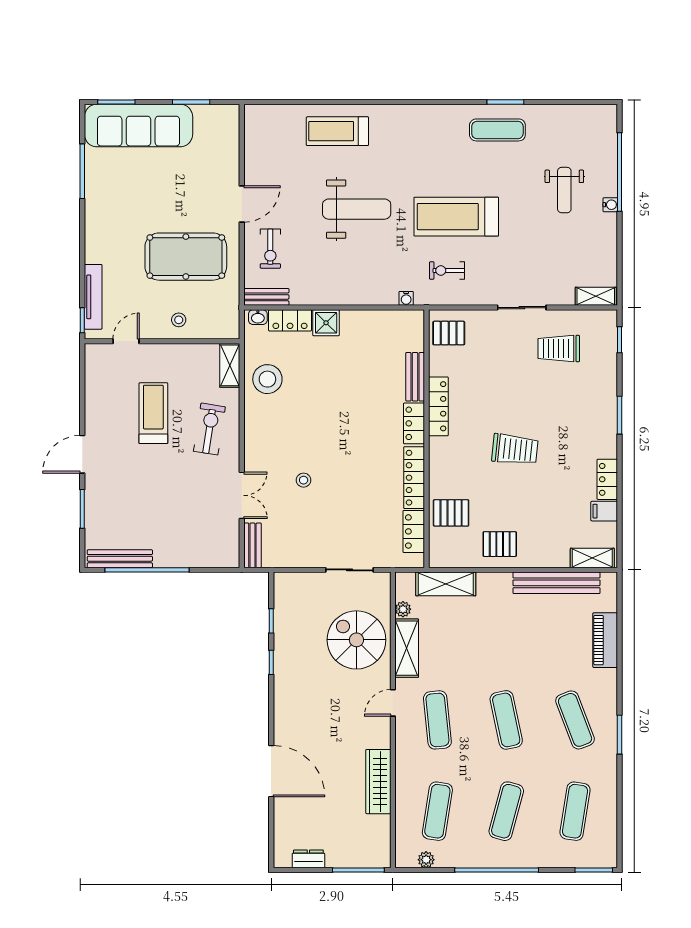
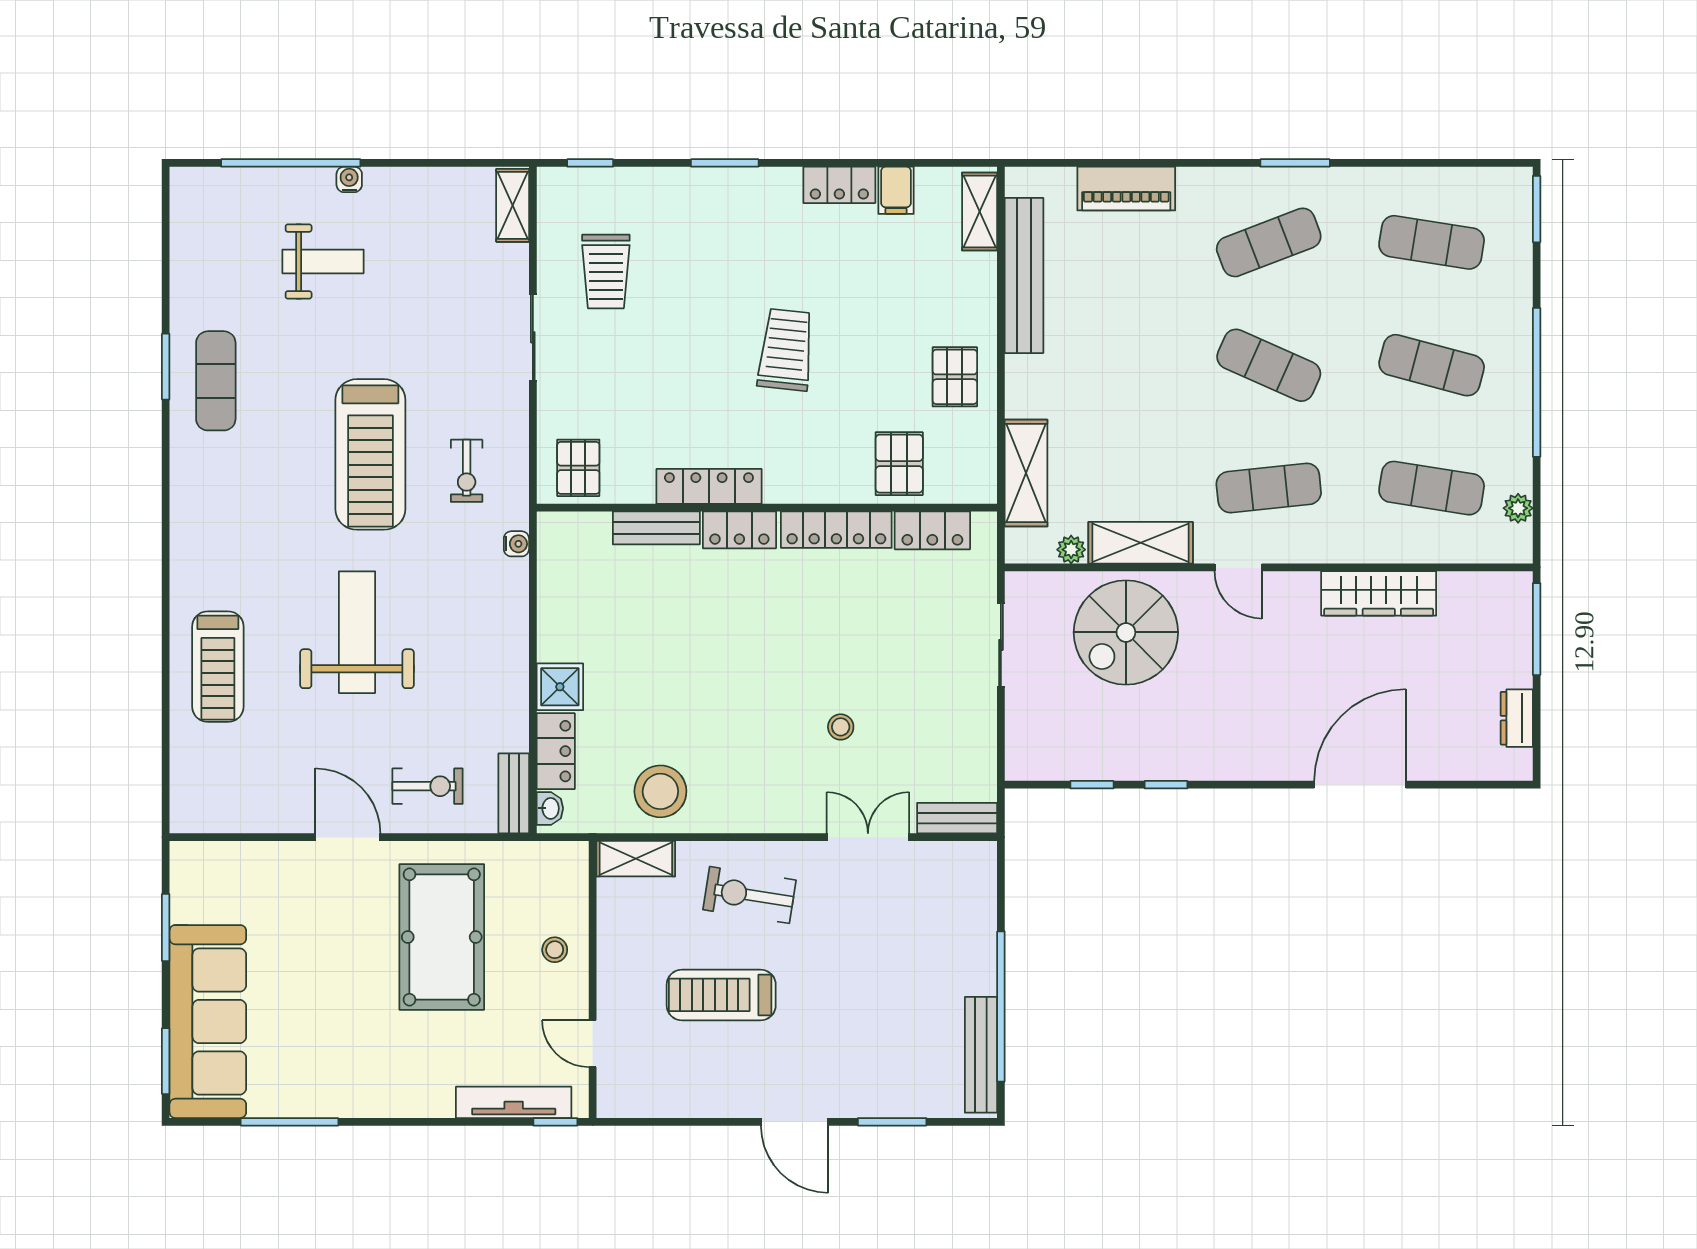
exercise mat: (506, 720) -> (1269, 365), turned 36

